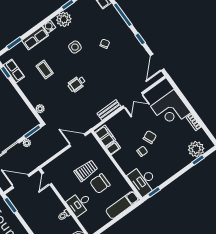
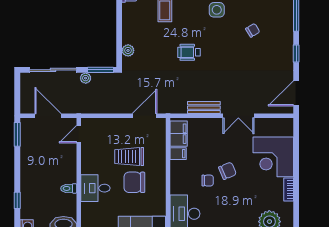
door: (78, 140) -> (144, 116), hinge flipped
trolley: (86, 171) -> (129, 157), turned 180

